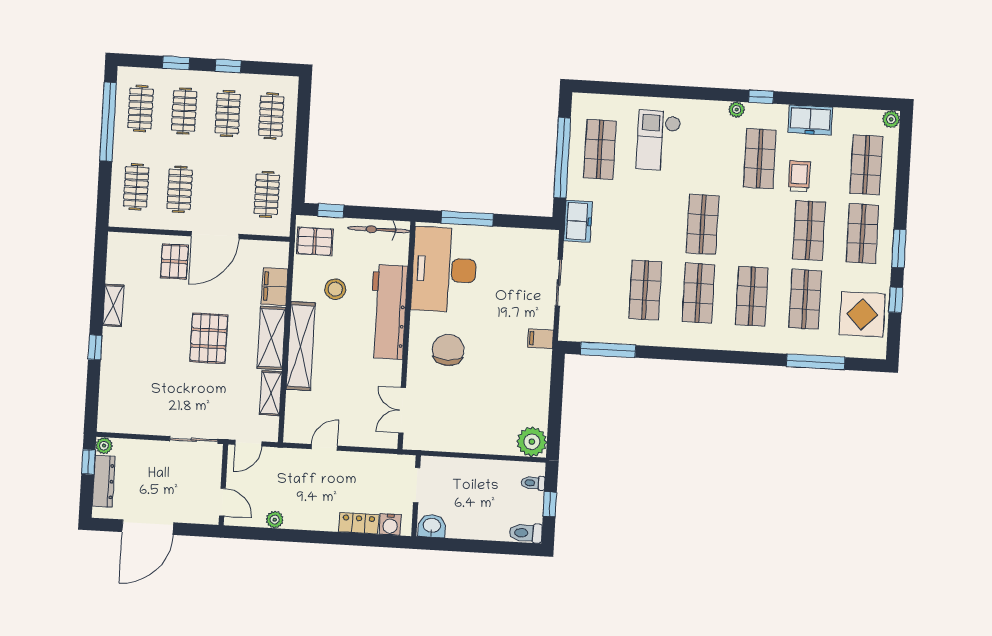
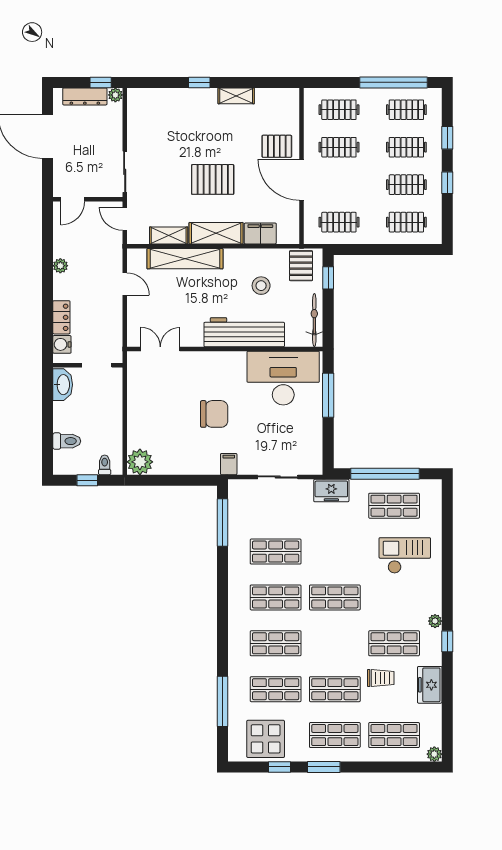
shelving: (301, 346) -> (185, 259), moved
chair: (448, 350) -> (214, 414), moved
plant: (275, 520) -> (60, 266), moved
washbasin: (432, 526) -> (63, 385), width x1.38
toilet: (526, 533) -> (67, 441), moved, turned 90

